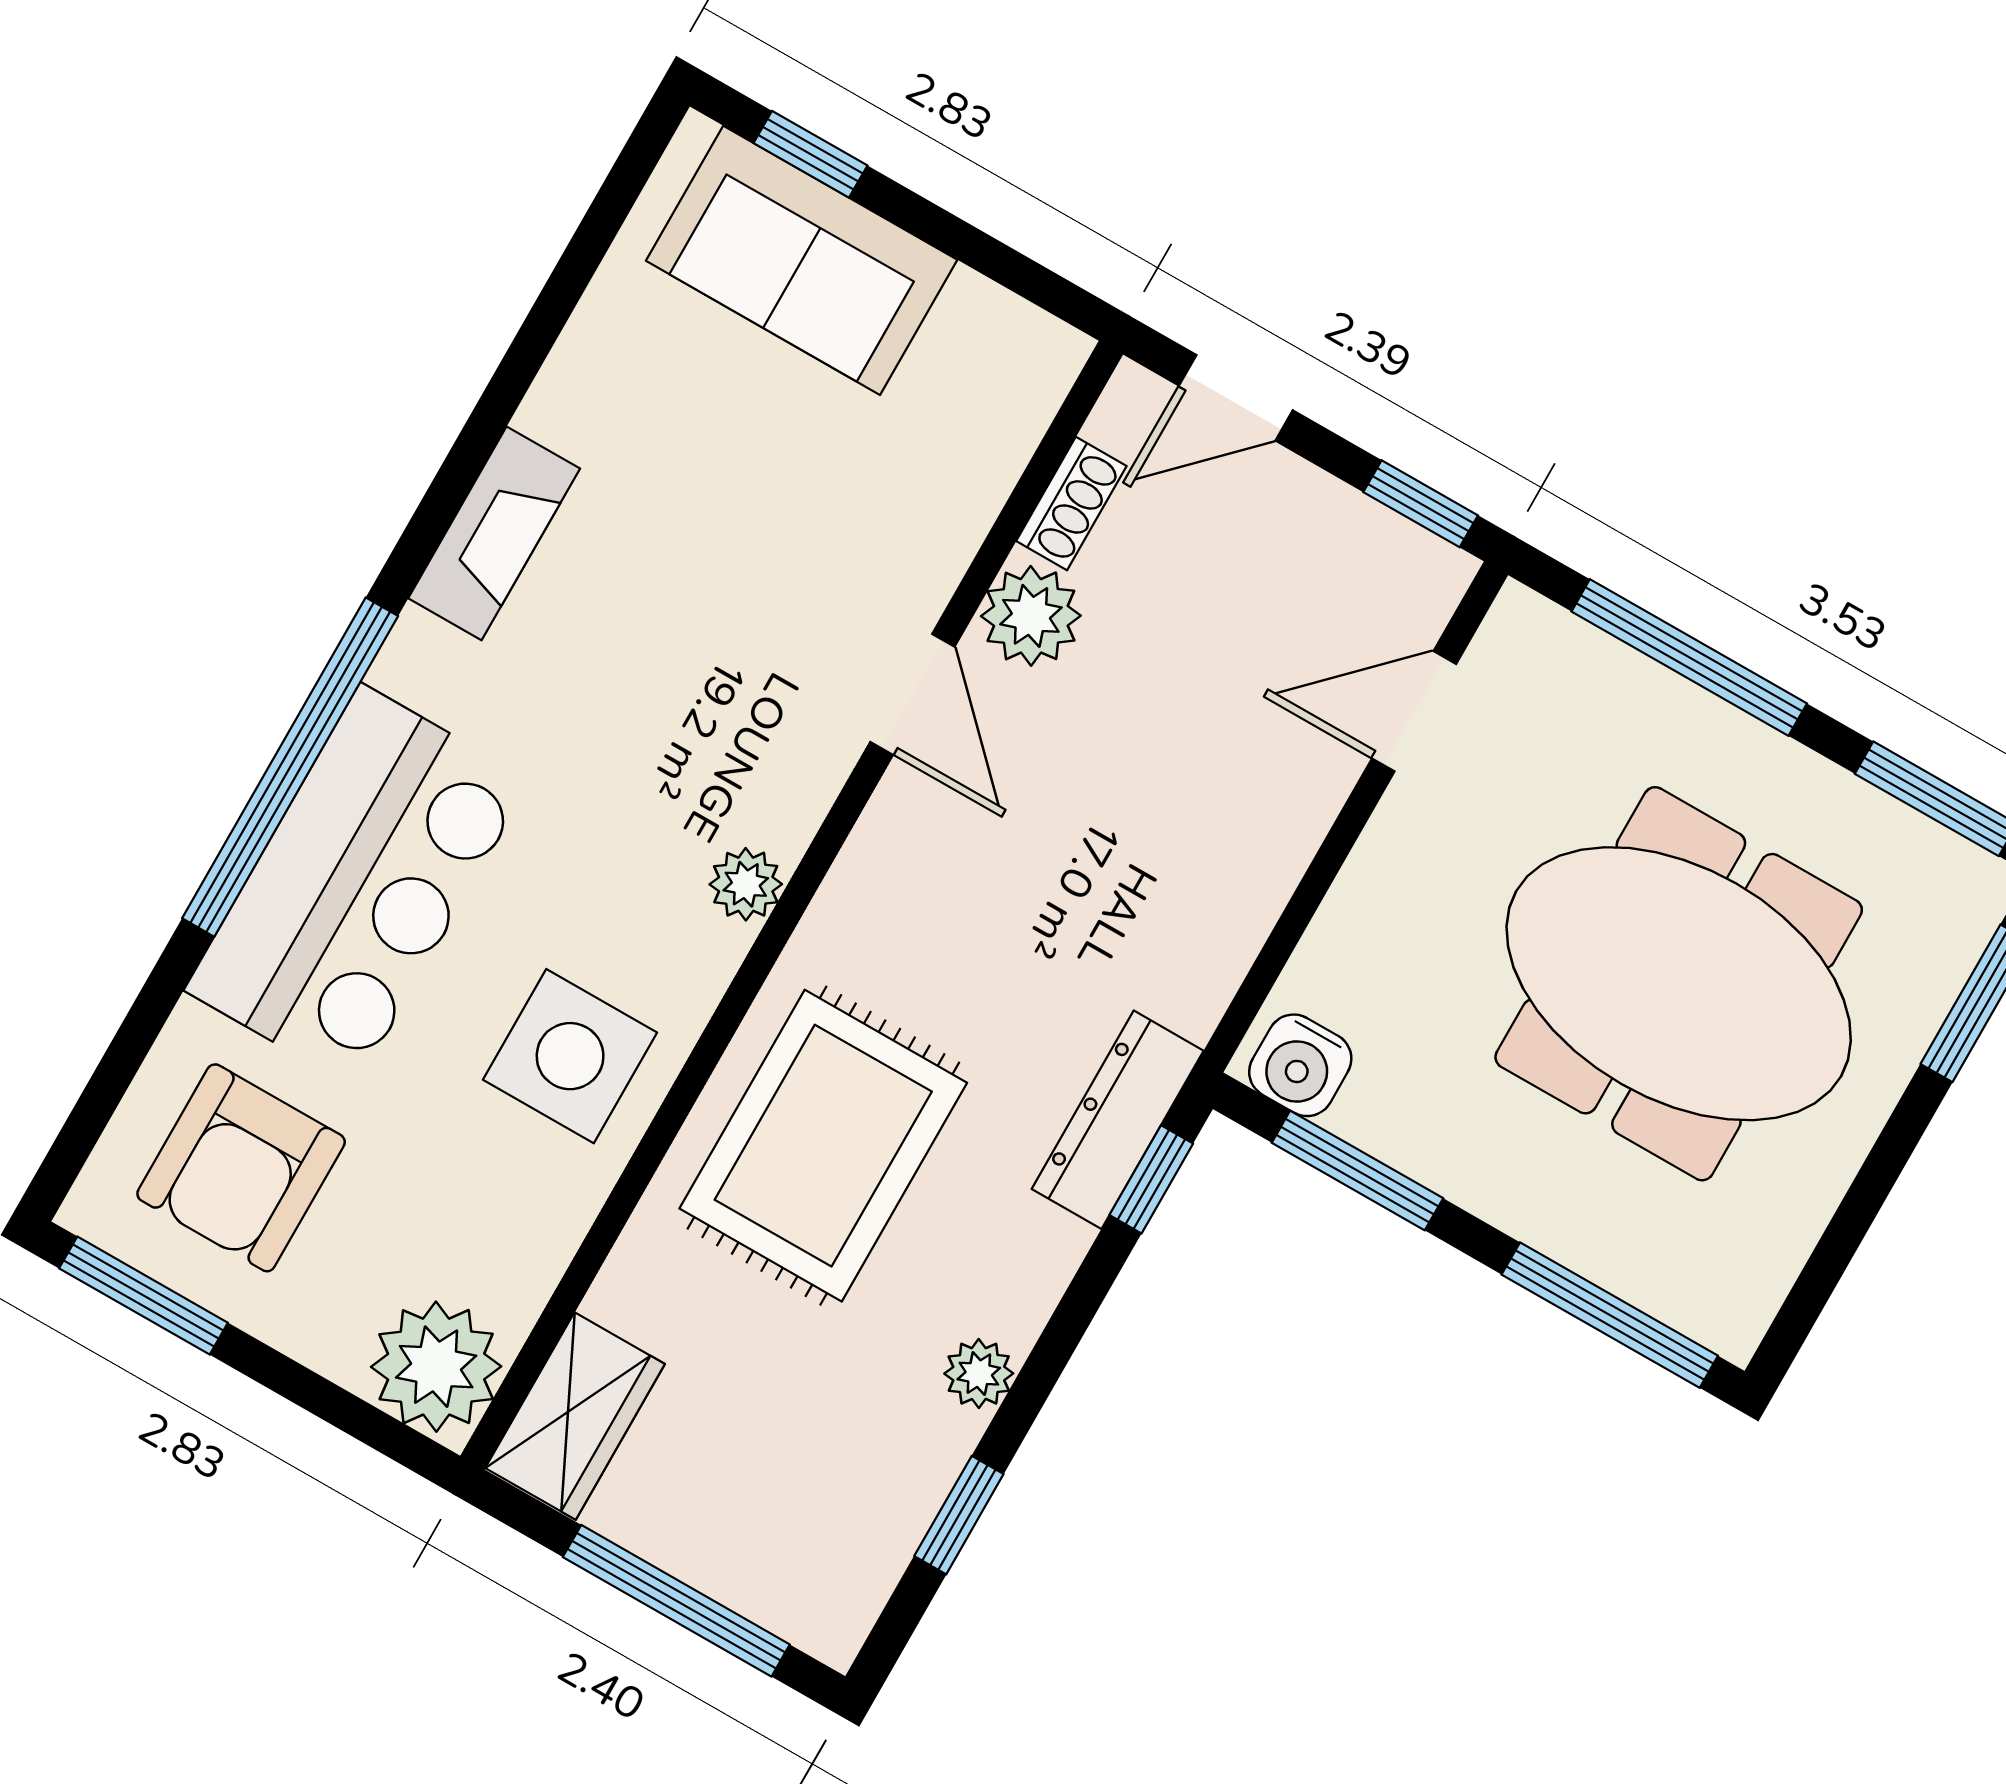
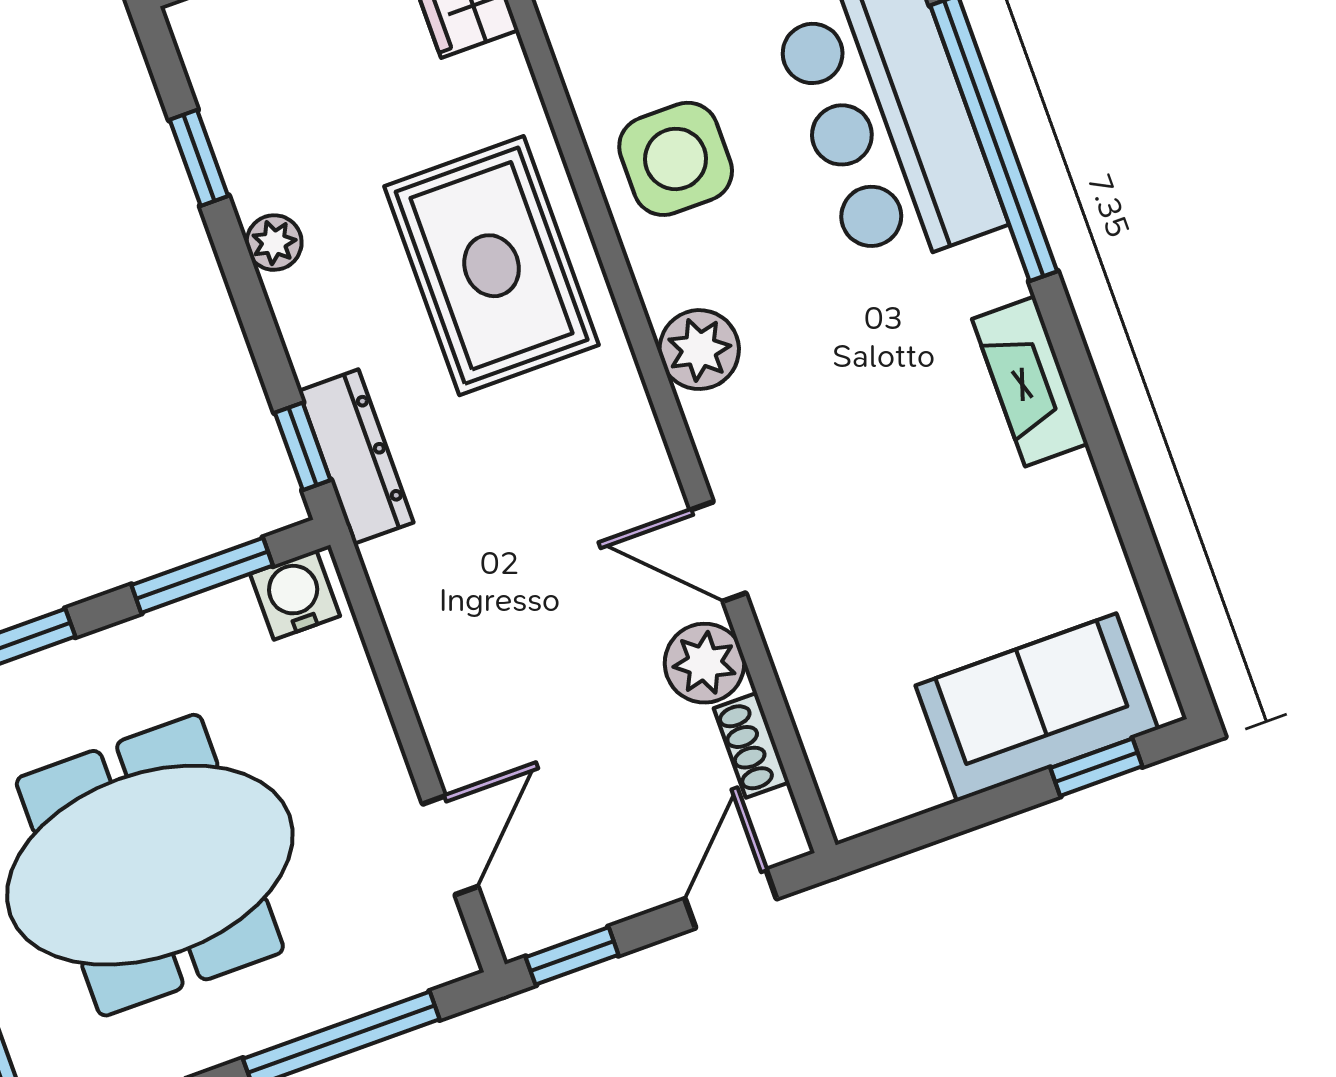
plant: (746, 884) -> (699, 350), width x1.38, depth x1.38

